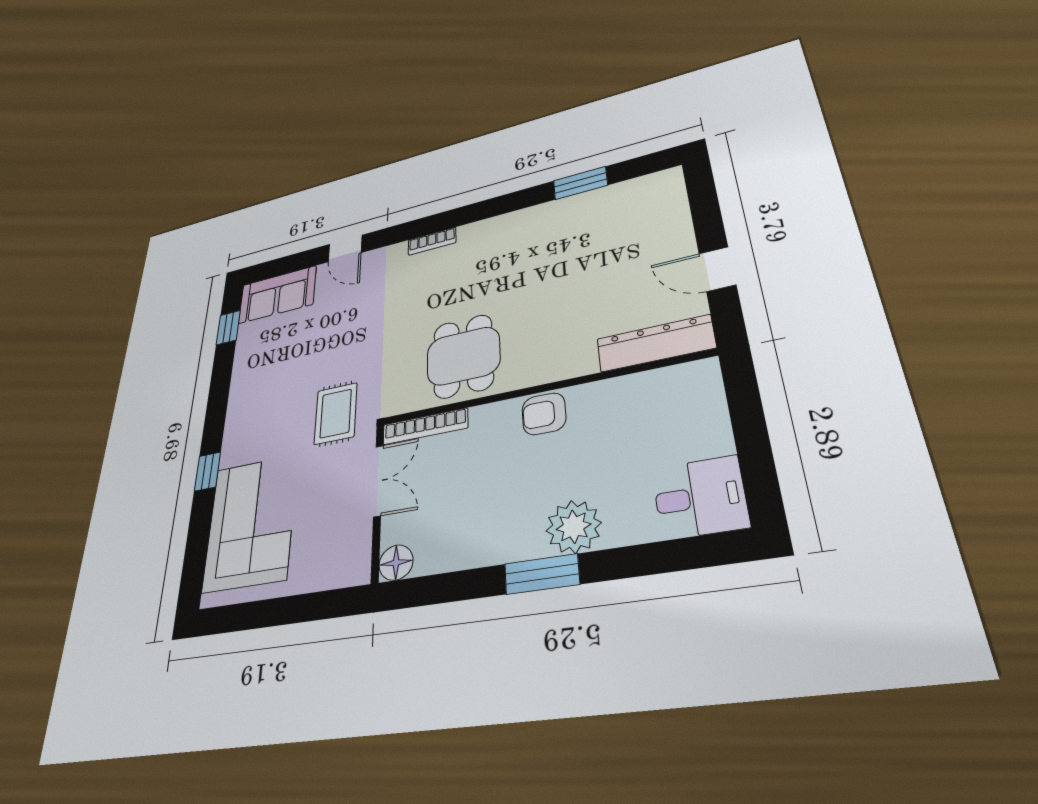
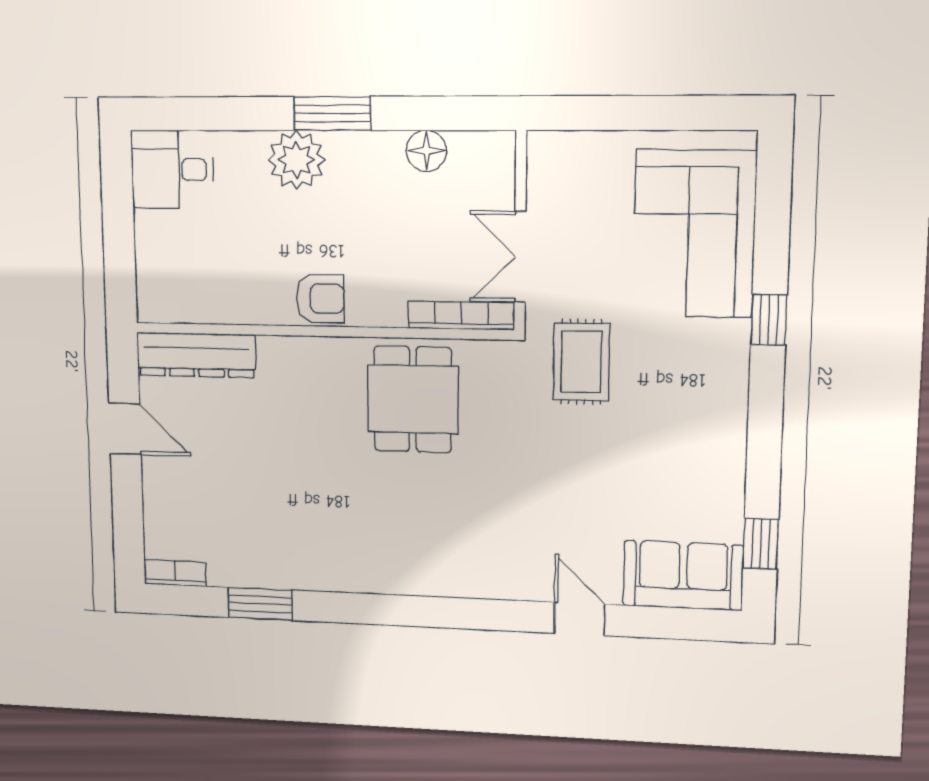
bookcase: (432, 241) -> (175, 573), moved
floor lamp: (396, 563) -> (426, 151), moved

